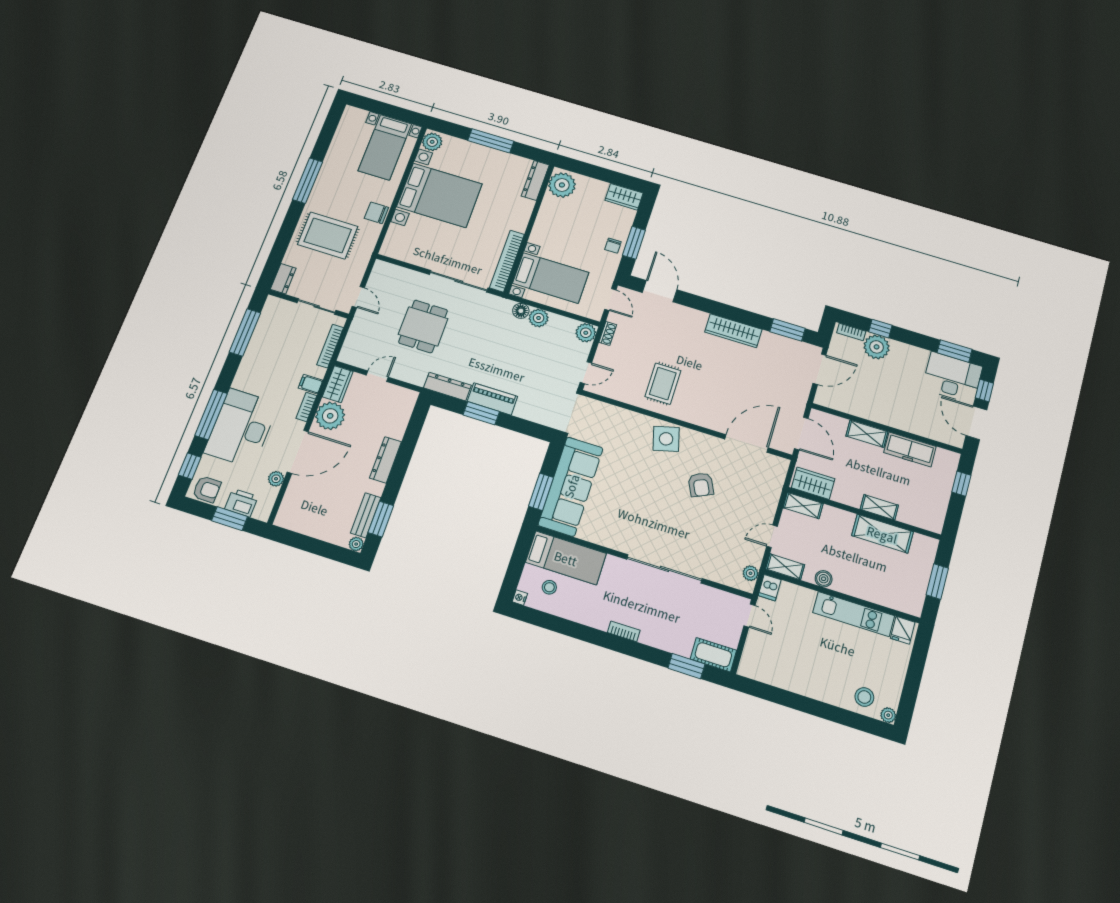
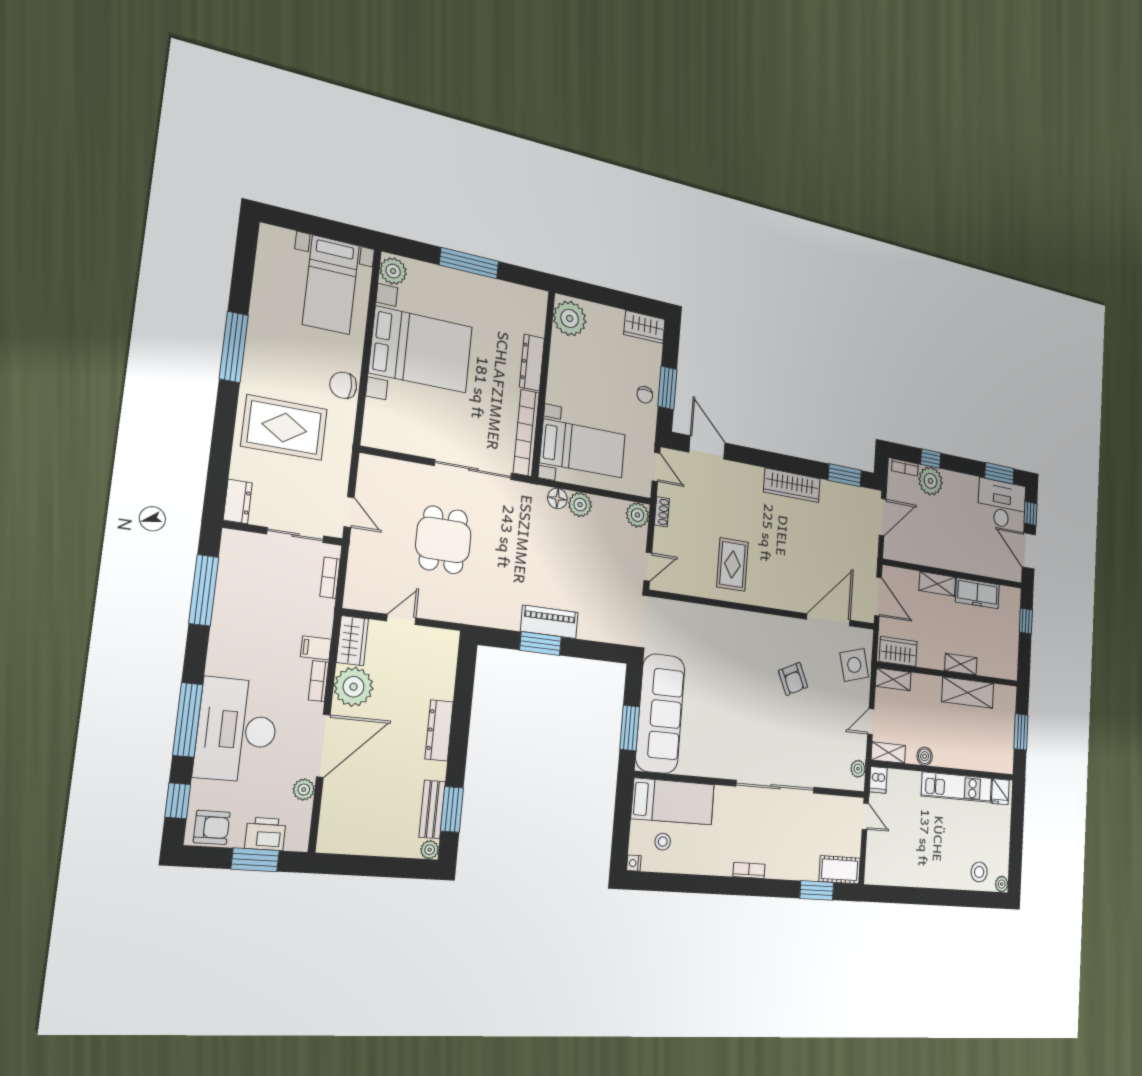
dresser: (535, 180) -> (532, 363), moved
bookcase: (330, 346) -> (330, 578), width x0.64
dresser: (447, 387) -> (492, 616), removed
side table: (666, 439) -> (854, 665), moved

